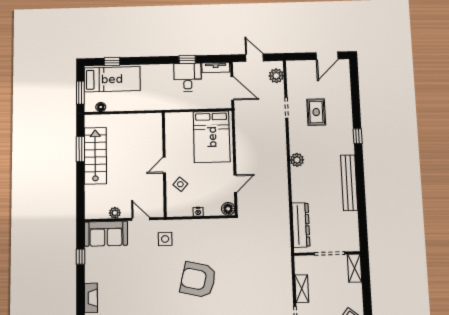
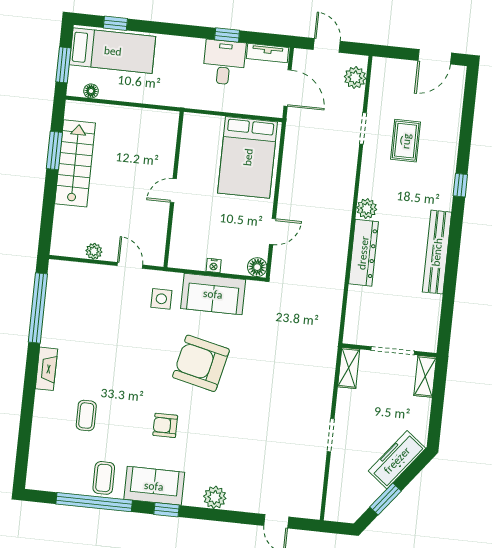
side table: (180, 184) -> (193, 222), removed
dresser: (301, 225) -> (363, 253), moved
sofa: (106, 234) -> (213, 294), moved
window: (80, 257) -> (38, 308), width x3.17
shelving: (302, 289) -> (349, 368), moved

